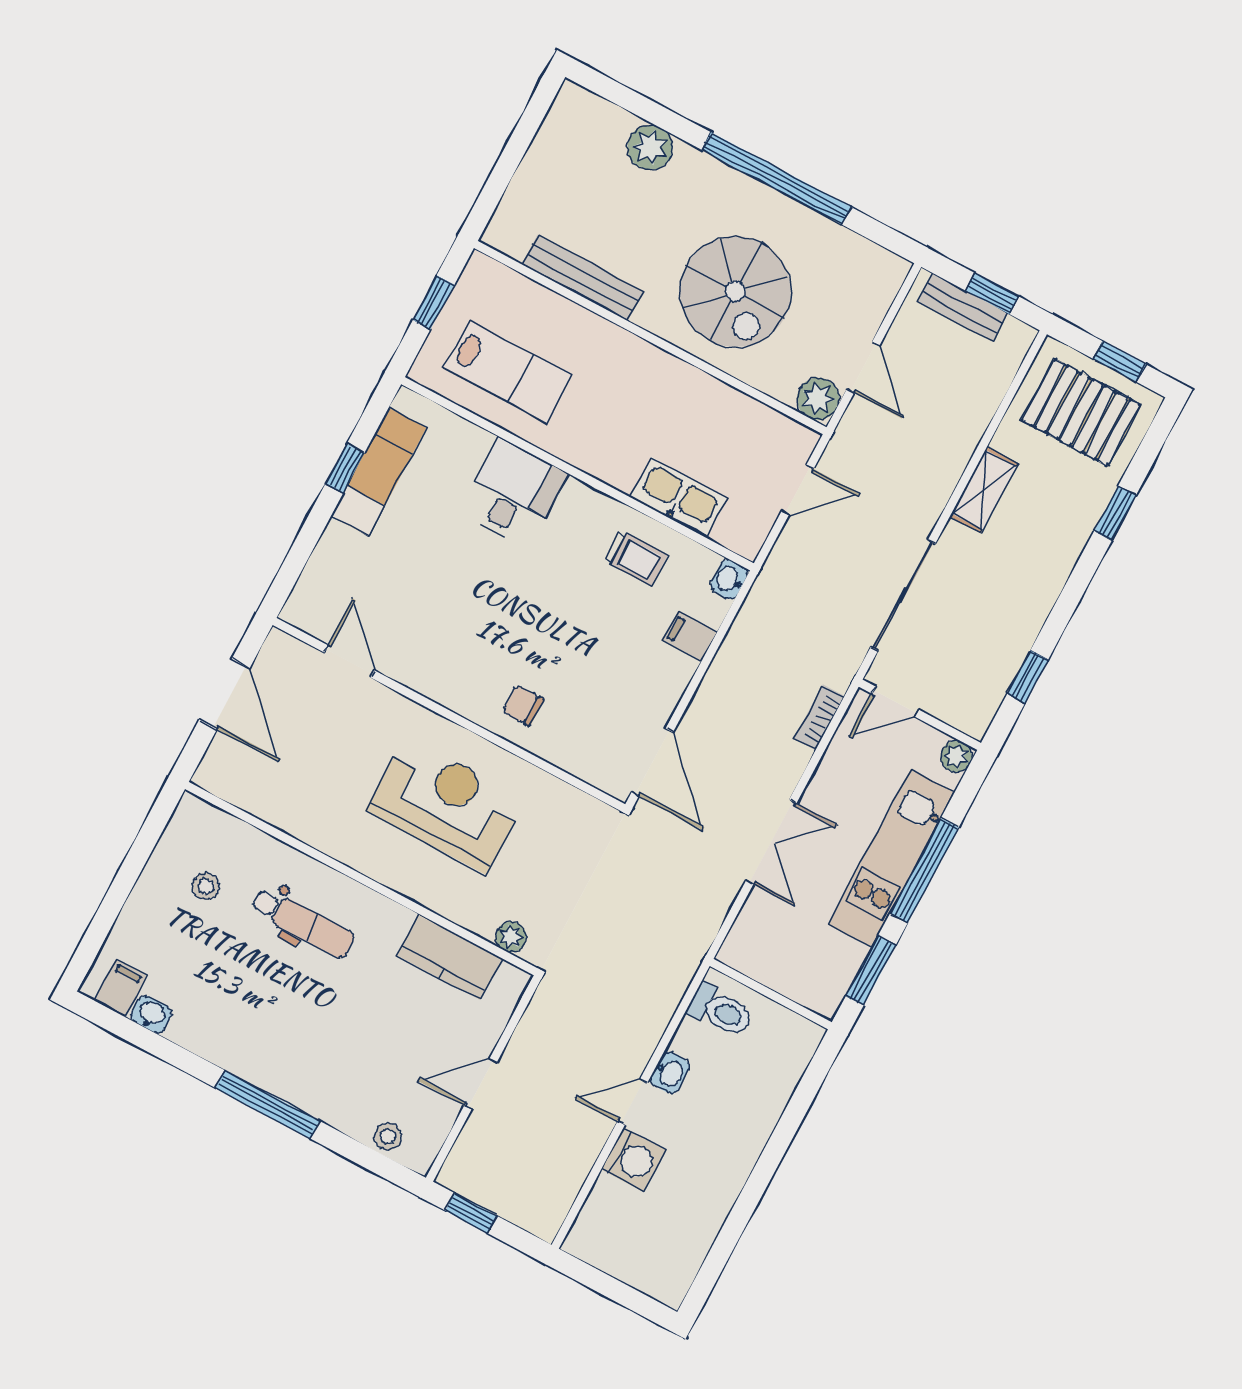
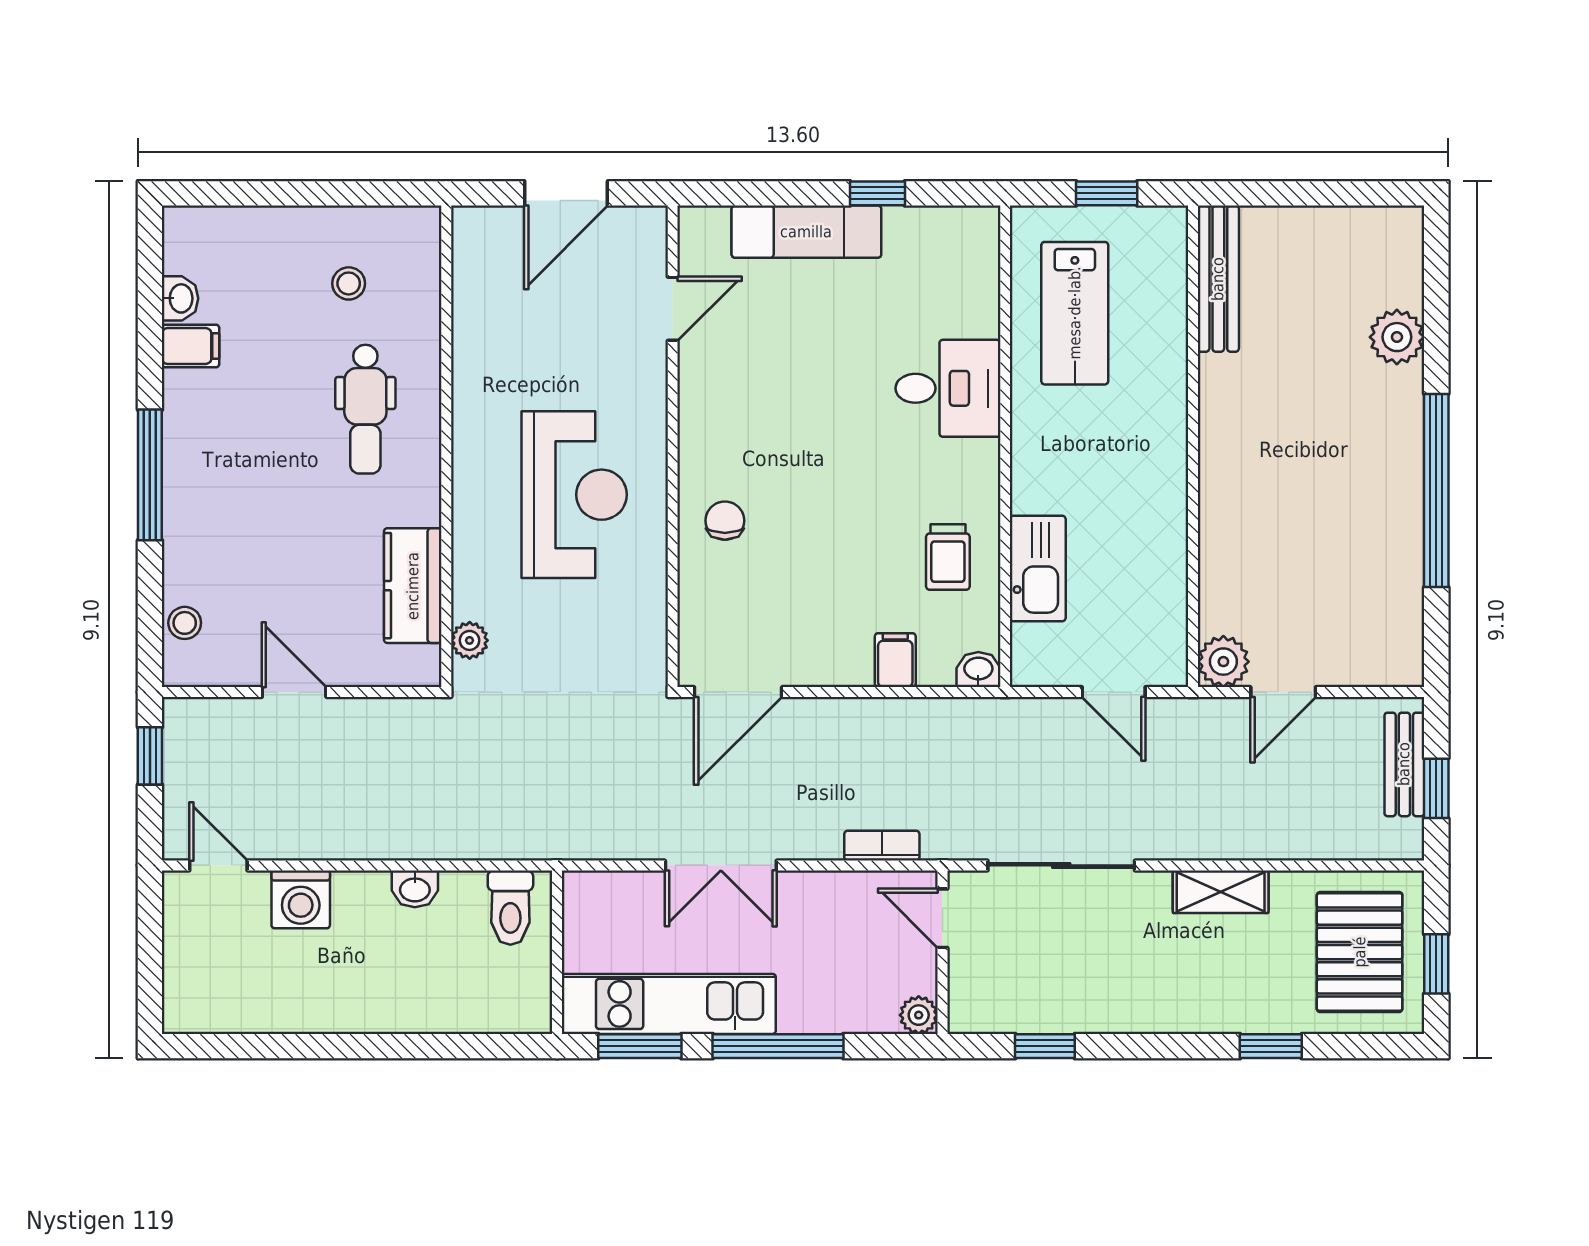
bench: (583, 278) -> (1218, 279), moved
spiral stairs: (736, 291) -> (1291, 511), removed
exam couch: (379, 472) -> (806, 232), moved
kitchen unit: (891, 859) -> (669, 1004), moved
filing cabinet: (121, 988) -> (191, 346), moved
door: (632, 1102) -> (218, 865), moved

